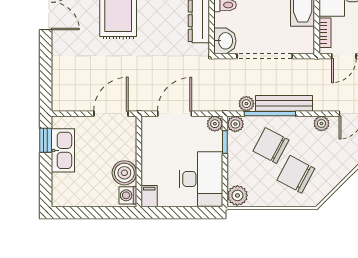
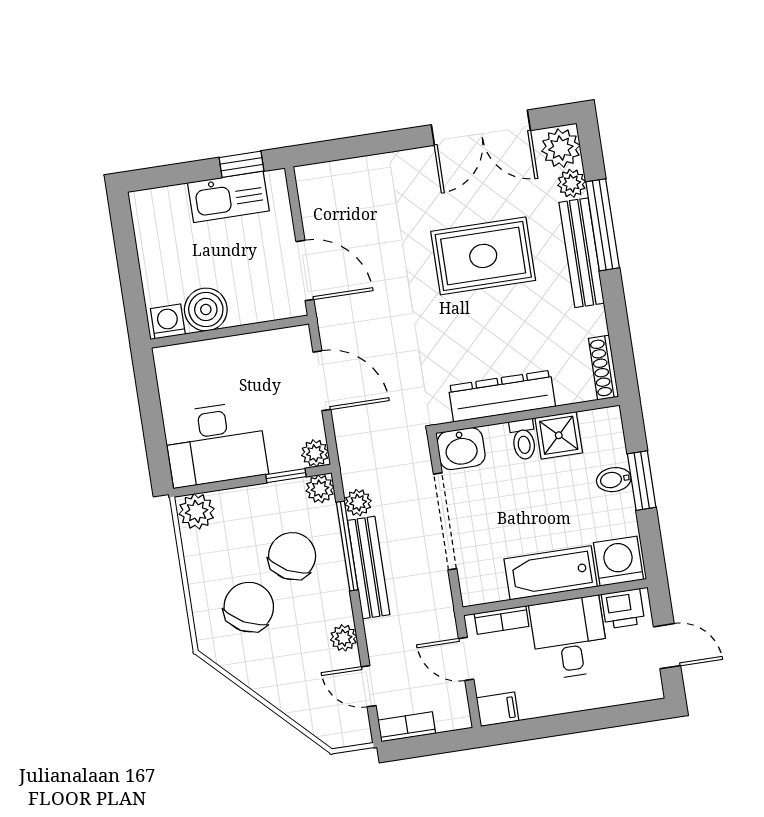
filing cabinet: (149, 196) -> (172, 359), removed

